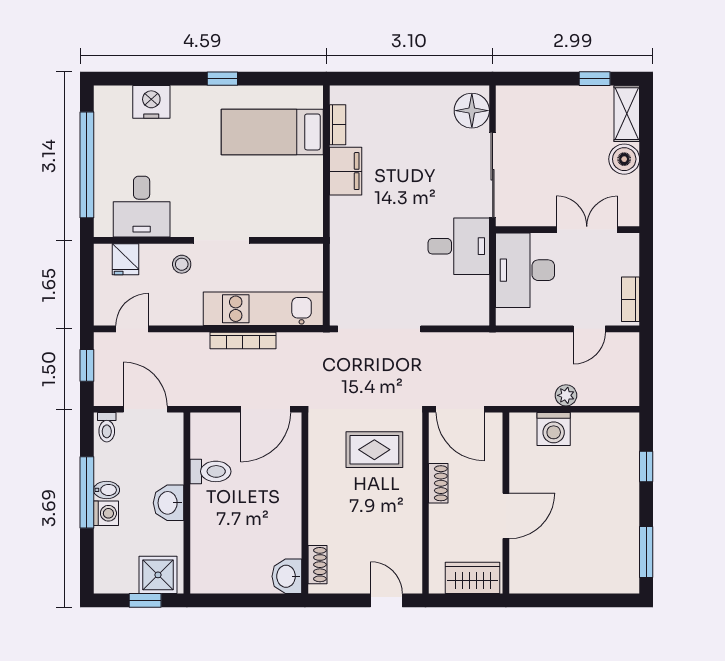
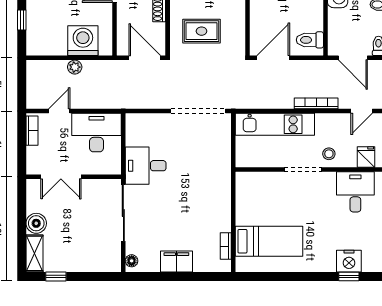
window: (222, 79) -> (349, 277), moved
floor lamp: (472, 111) -> (132, 261), width x0.53, depth x0.53
filing cabinet: (346, 171) -> (176, 261), moved, turned 90
desk: (525, 270) -> (96, 133), moved, turned -90
bookcase: (243, 340) -> (316, 103), moved
washing machine: (554, 429) -> (83, 41), width x1.37, depth x1.37
toilet: (210, 471) -> (310, 40), moved

